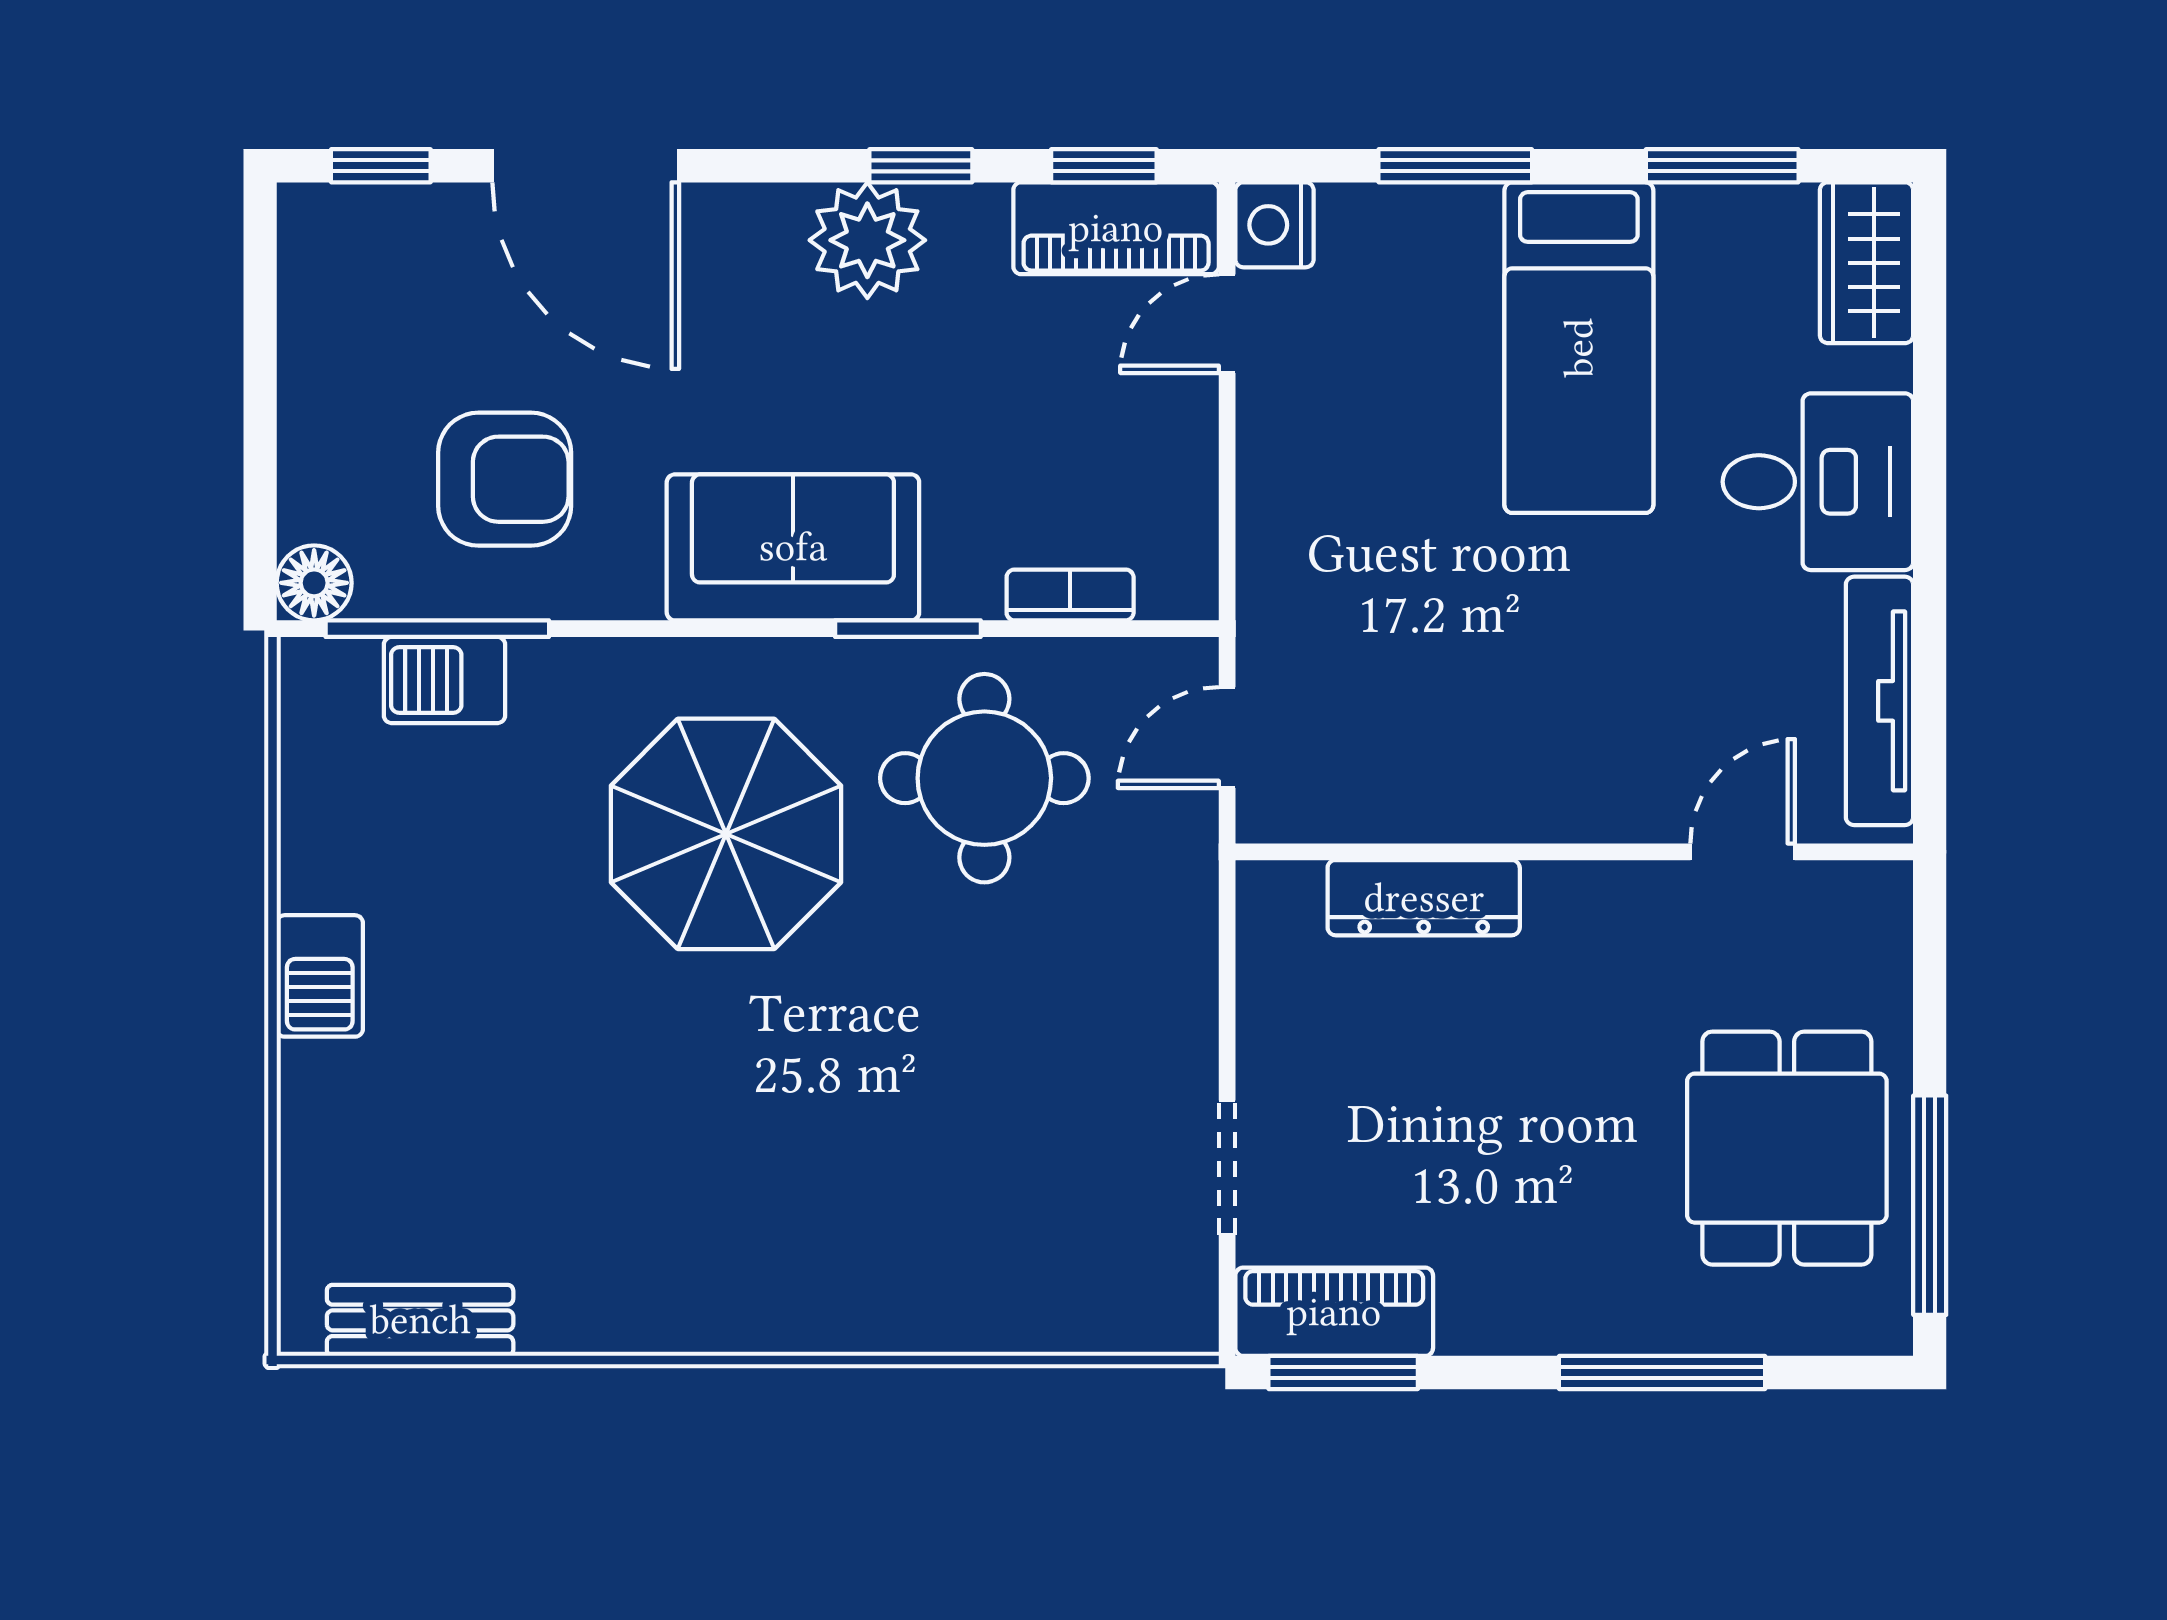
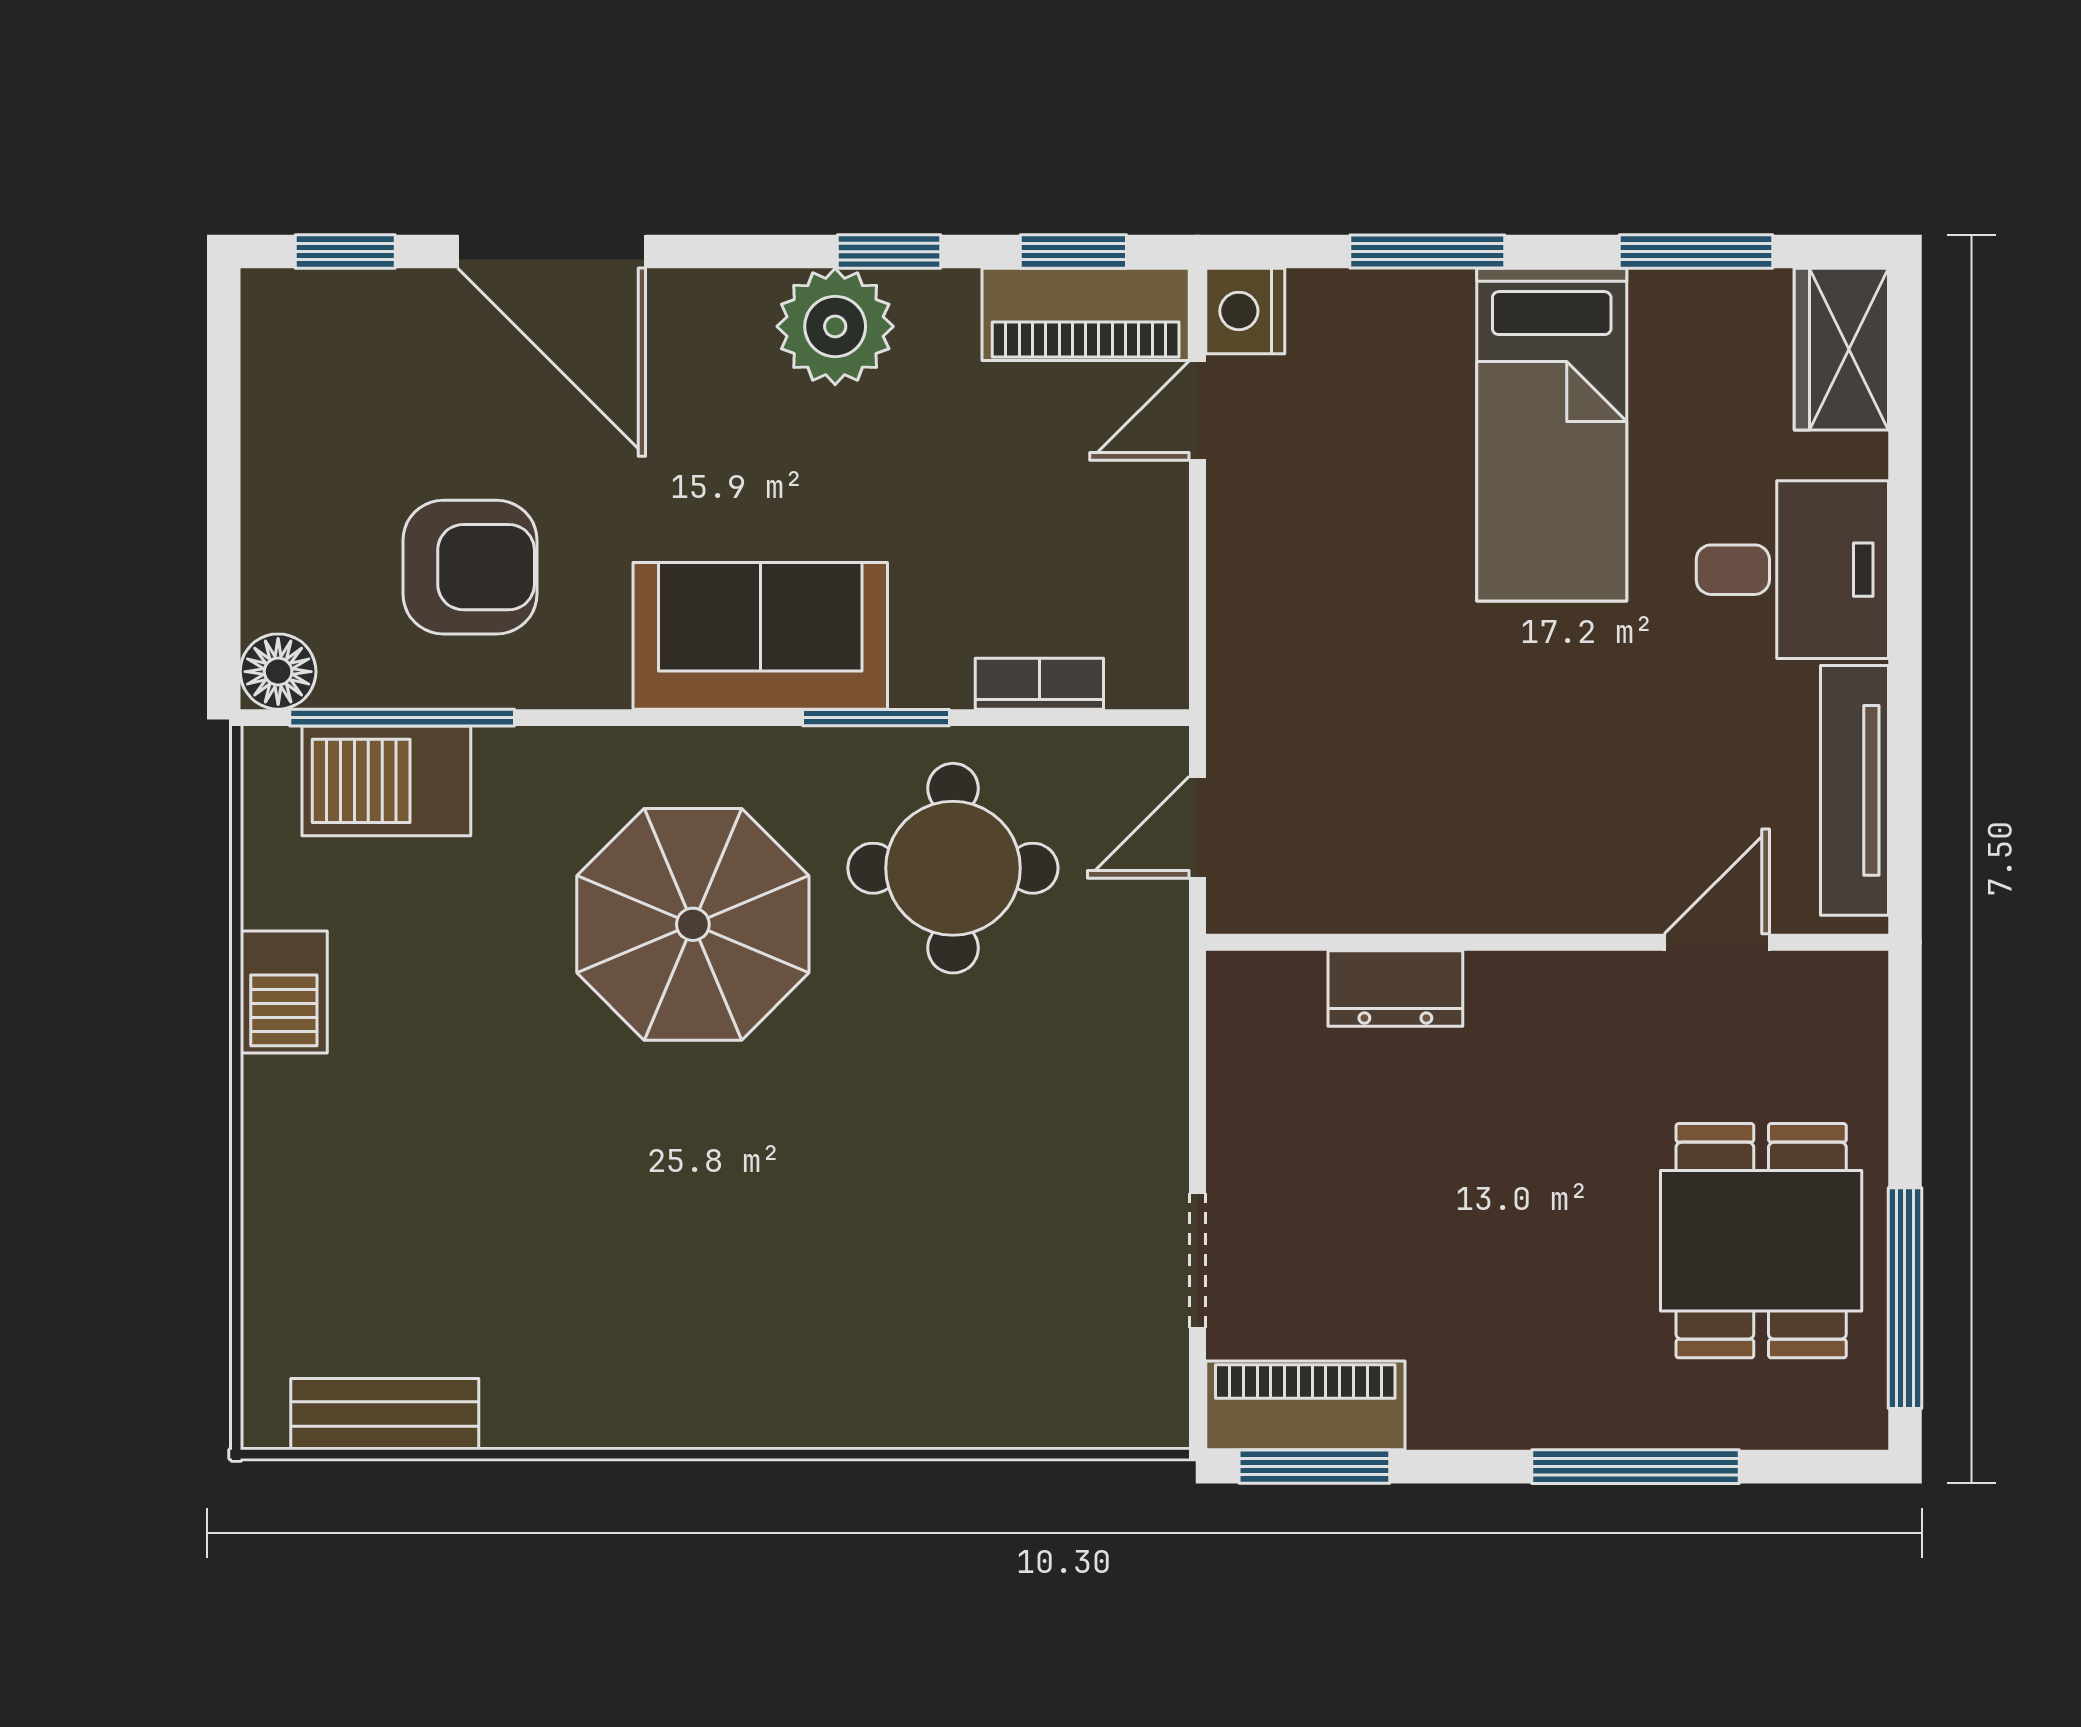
barbecue: (444, 680) -> (386, 781), width x1.38, depth x1.27
dresser: (1424, 898) -> (1395, 988), width x0.70
barbecue: (320, 976) -> (284, 992), moved

